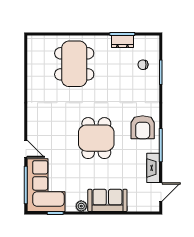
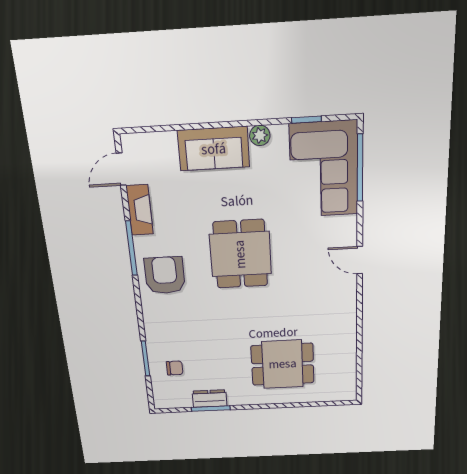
dining table: (74, 64) -> (283, 364), width x0.73
door: (26, 149) -> (360, 260), moved

